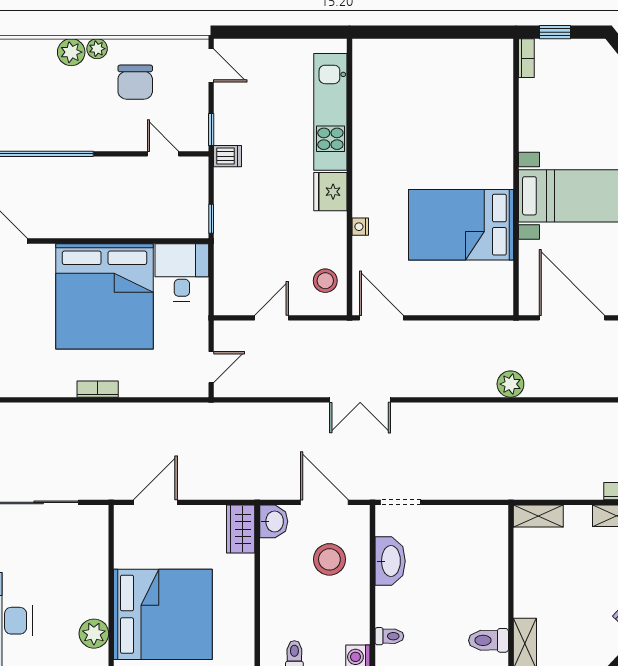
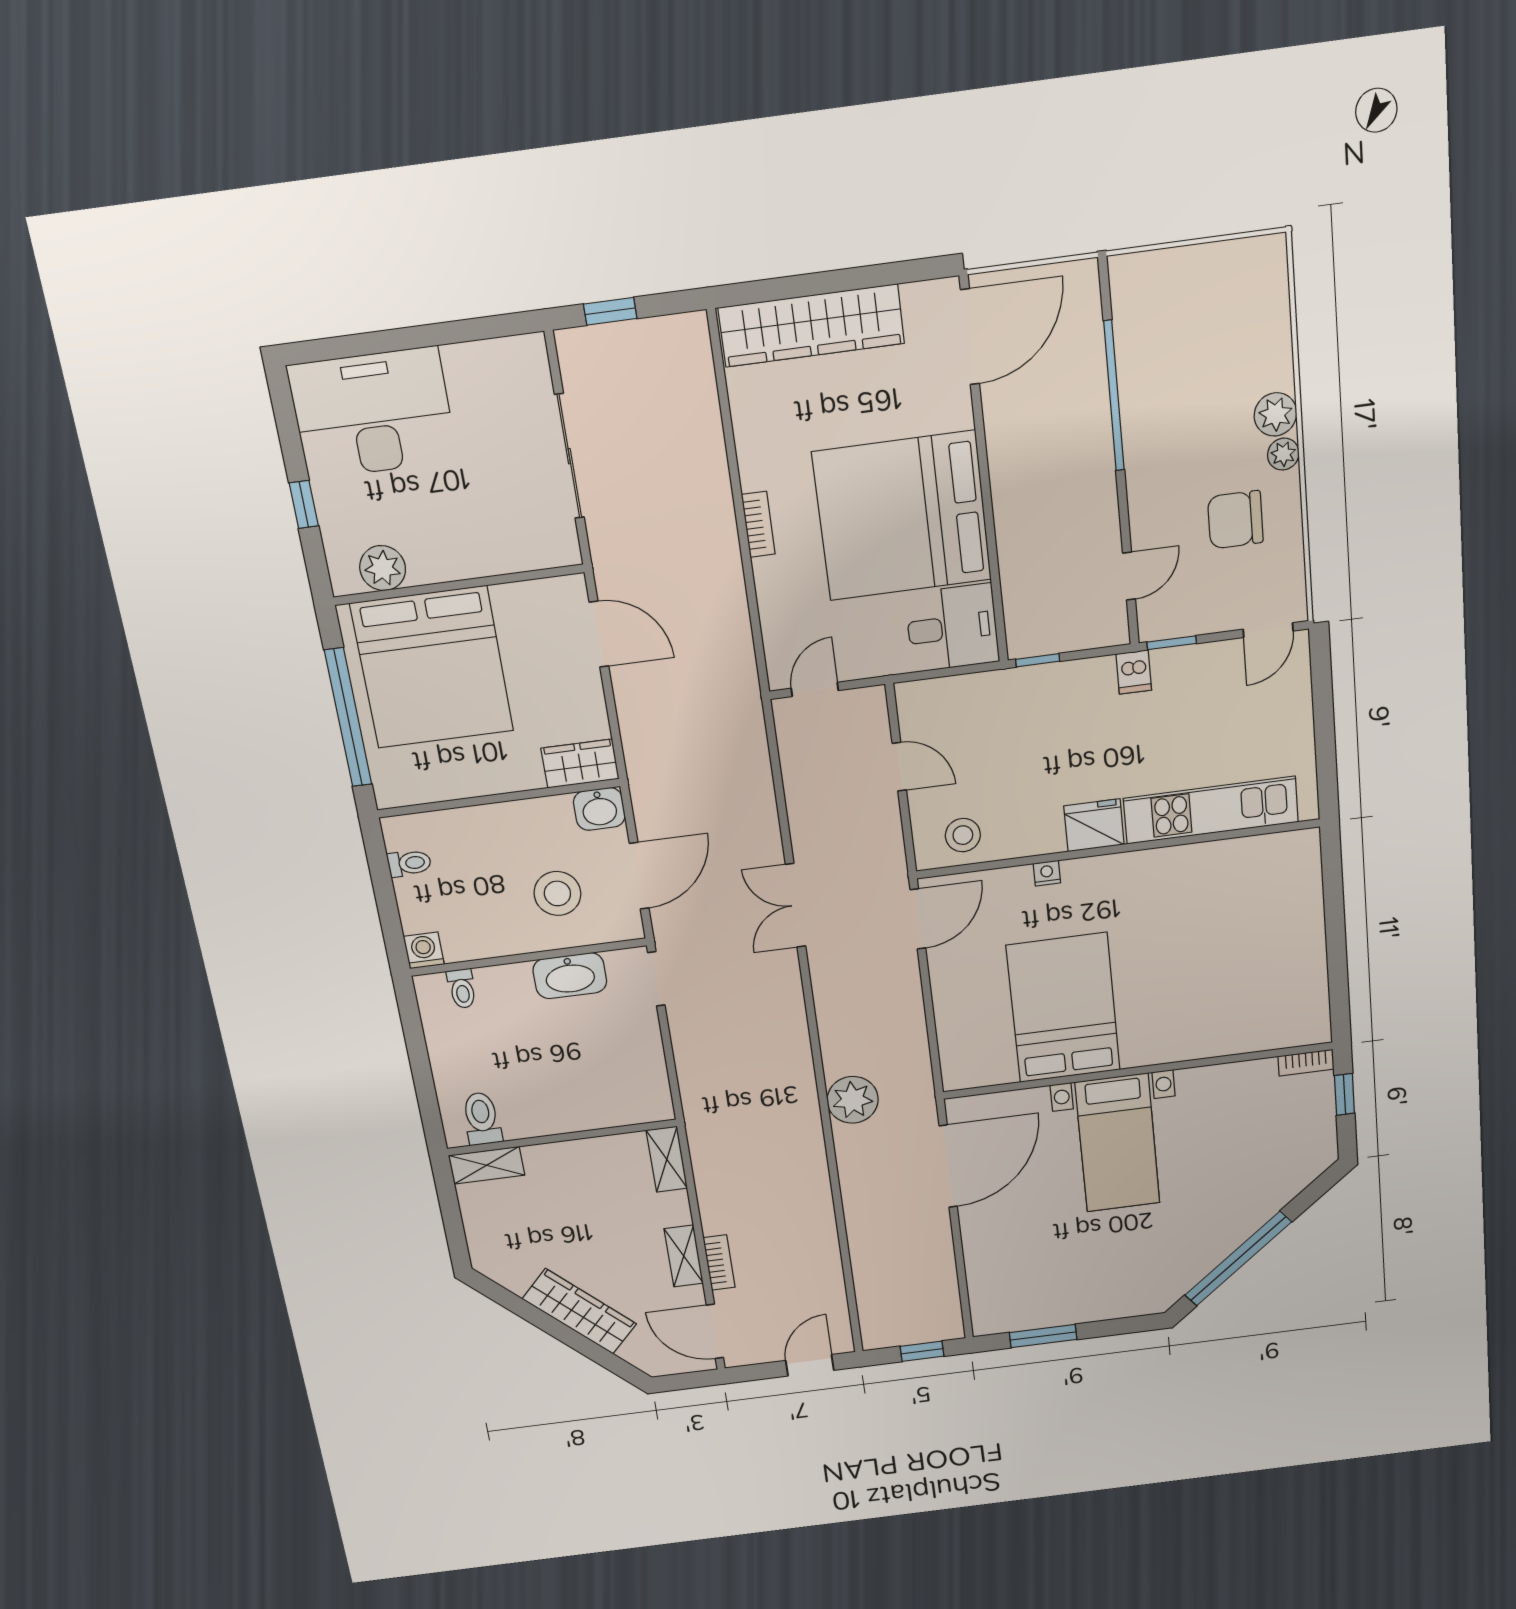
door: (211, 367) -> (815, 689), swing flipped
plant: (510, 384) -> (853, 1100), width x1.36, depth x1.36

